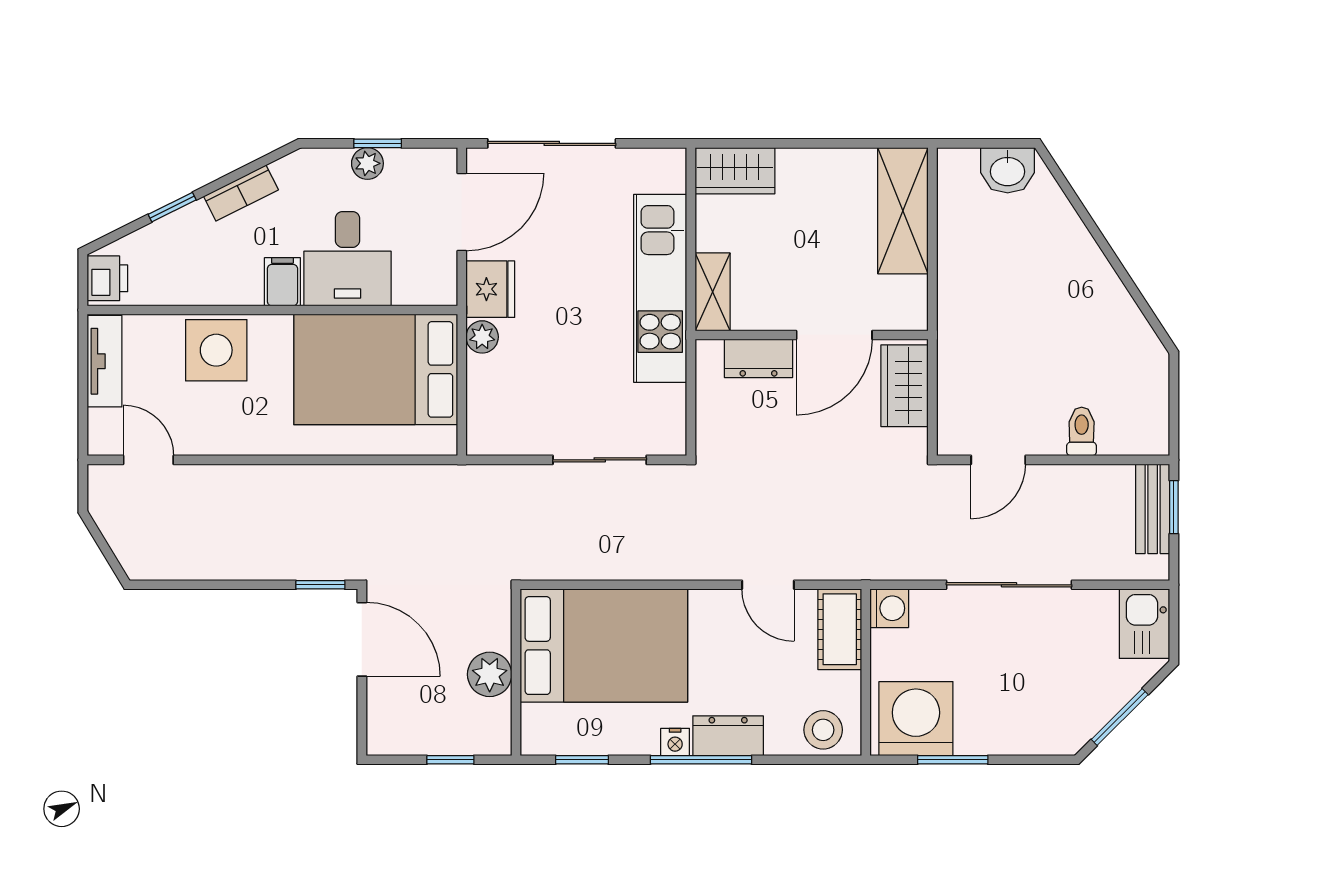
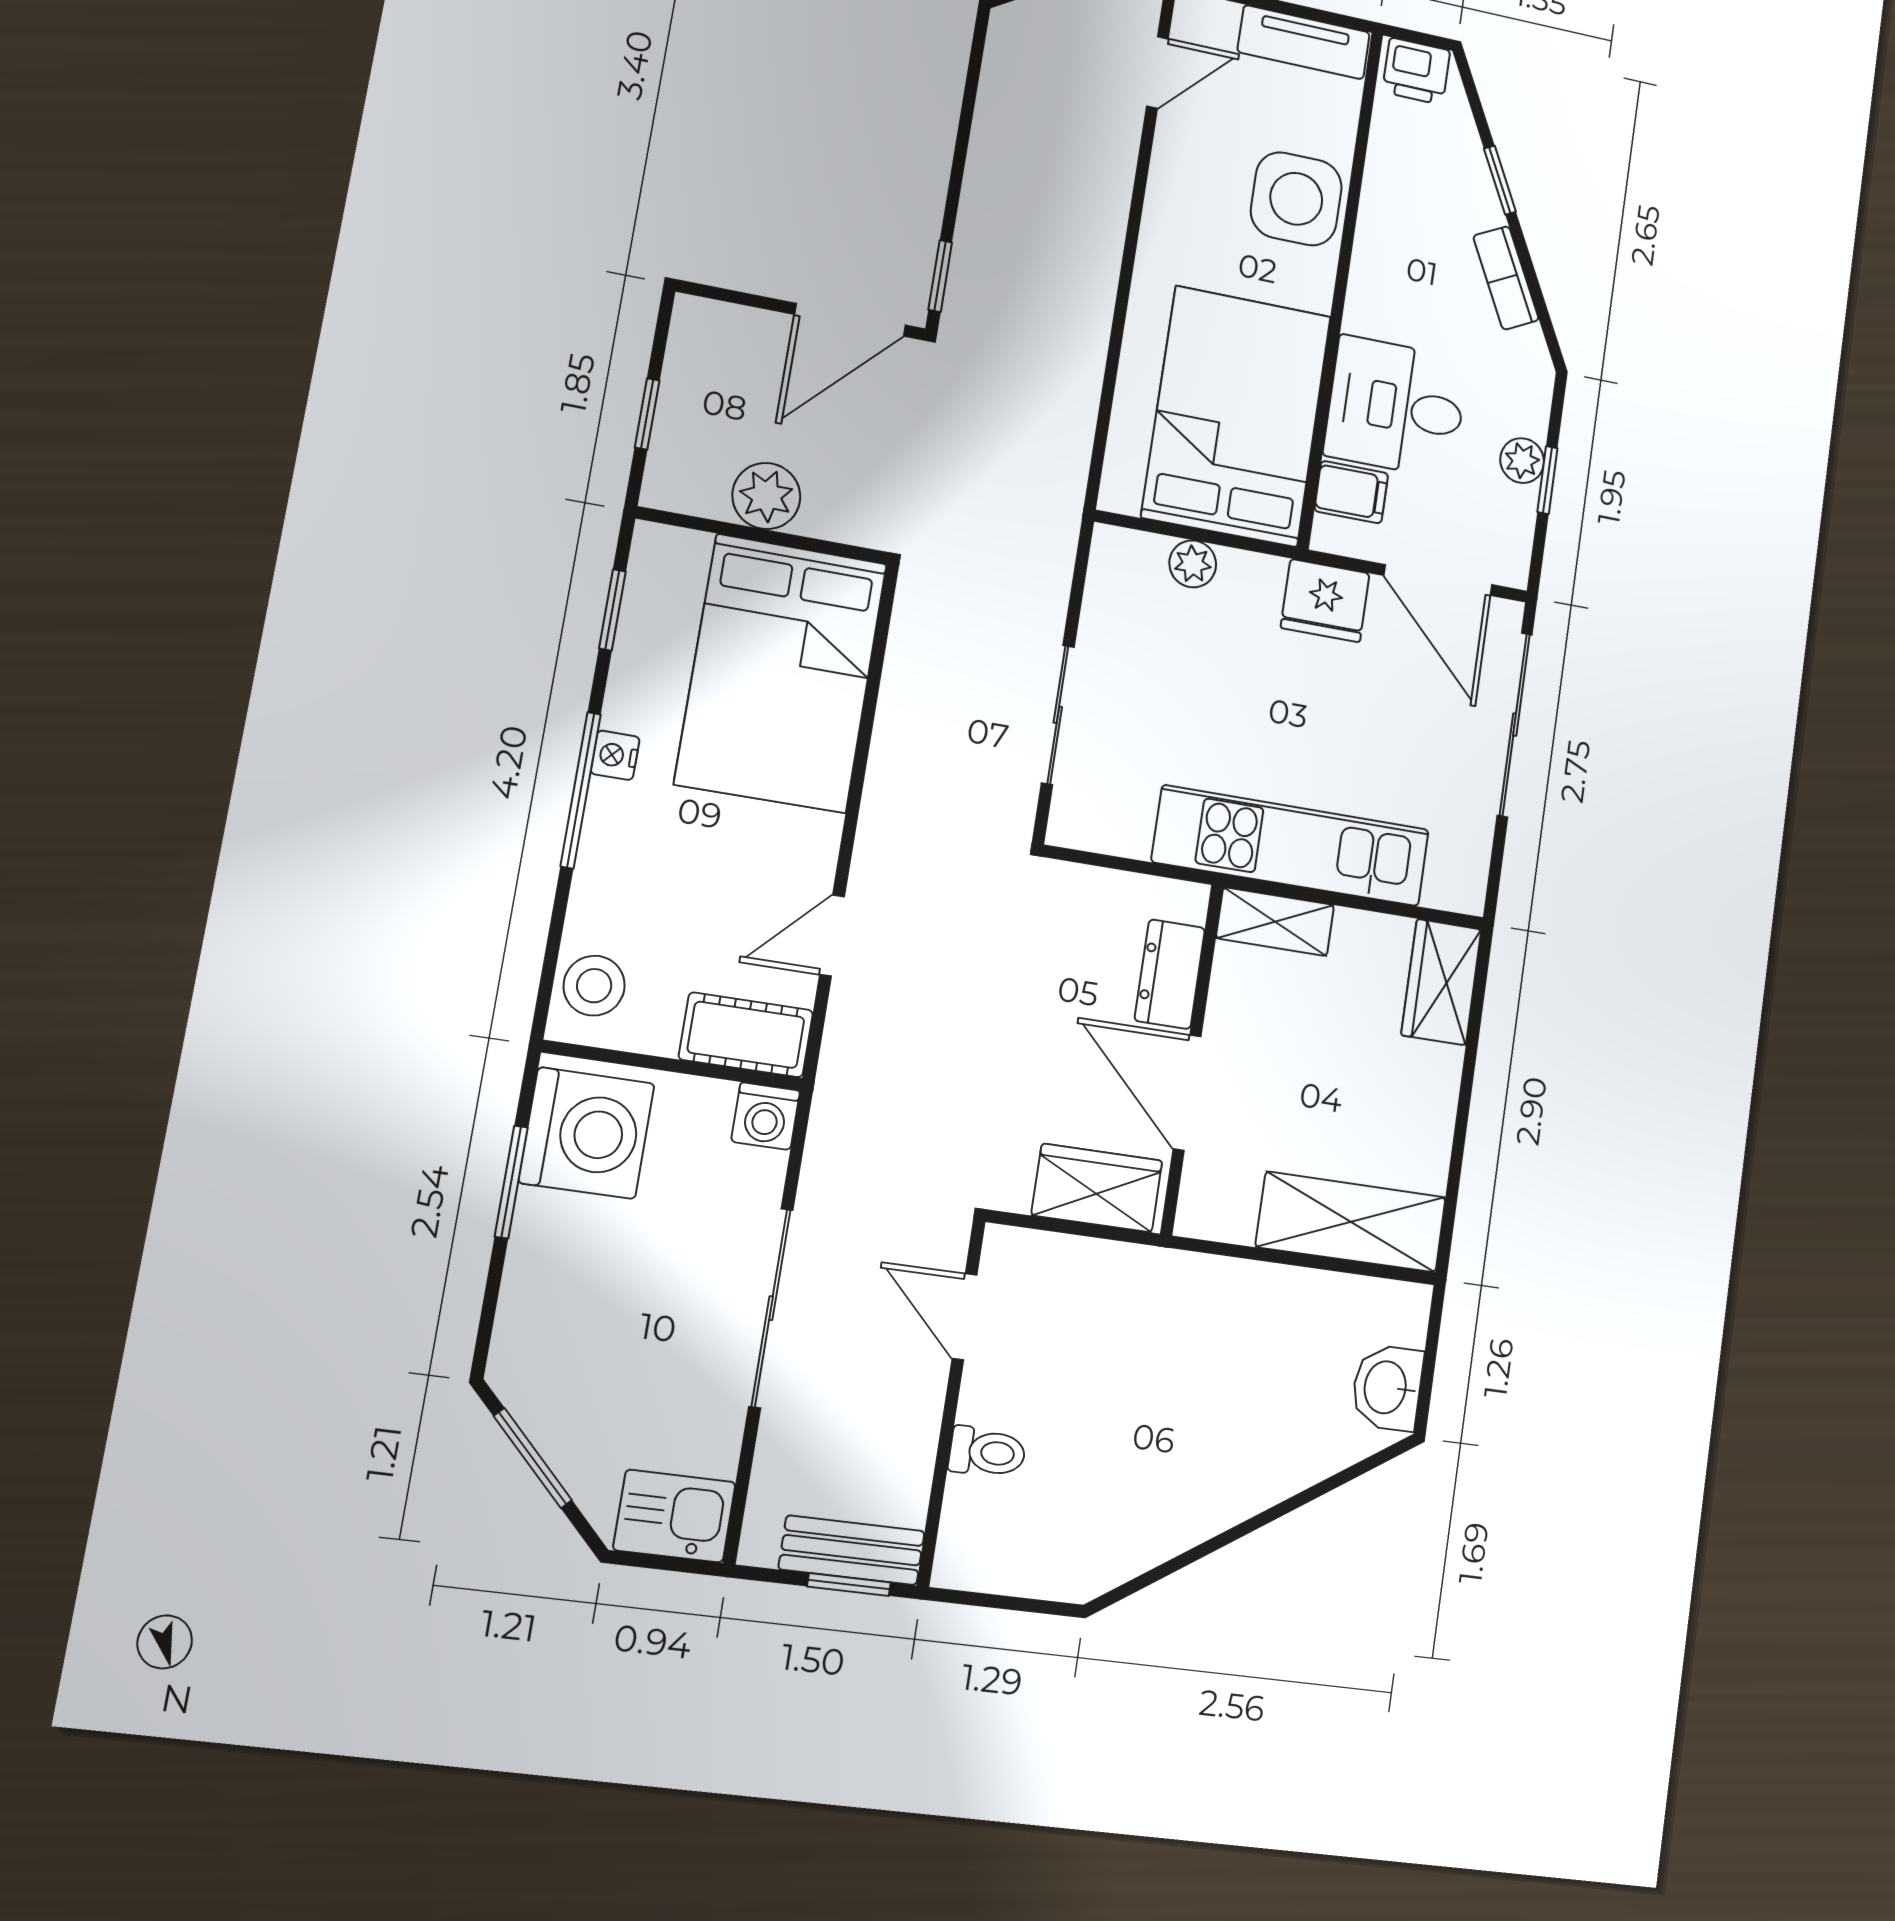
filing cabinet: (282, 282) -> (1351, 492), moved
plant: (482, 337) -> (1193, 564), moved
dresser: (728, 736) -> (611, 838), removed

